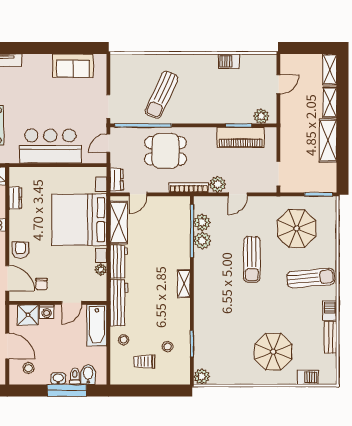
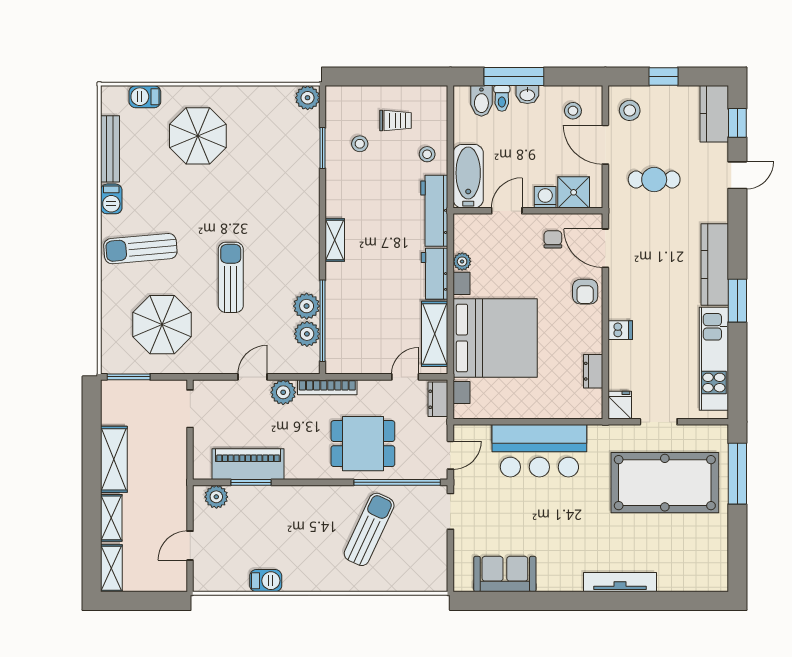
bench: (331, 337) -> (110, 149), width x1.36

